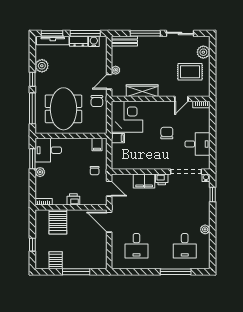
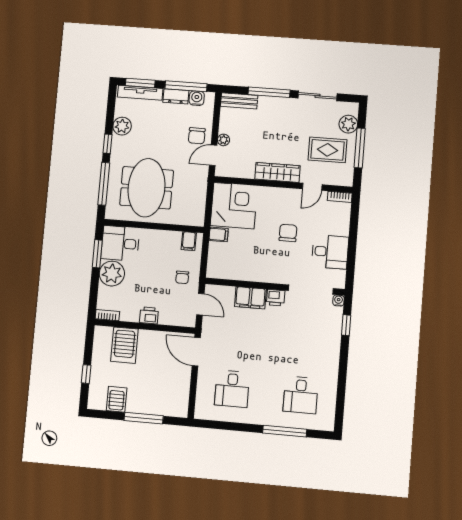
window: (213, 69) -> (360, 148), added
wardrobe: (142, 91) -> (277, 172), moved
chair: (97, 101) -> (197, 136), moved
plant: (40, 172) -> (112, 274), width x1.88, depth x1.88
plant: (205, 229) -> (332, 374), removed

